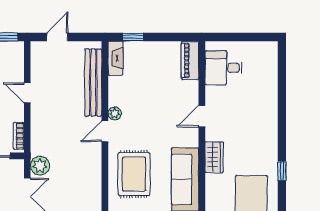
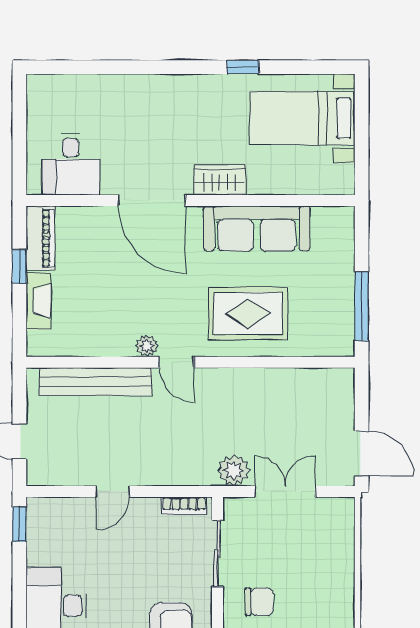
window: (133, 37) -> (19, 266), moved
fireplace: (115, 58) -> (38, 301), moved, turned 90
piano: (190, 60) -> (41, 238), moved, turned -90
door: (202, 116) -> (152, 201), width x1.87

